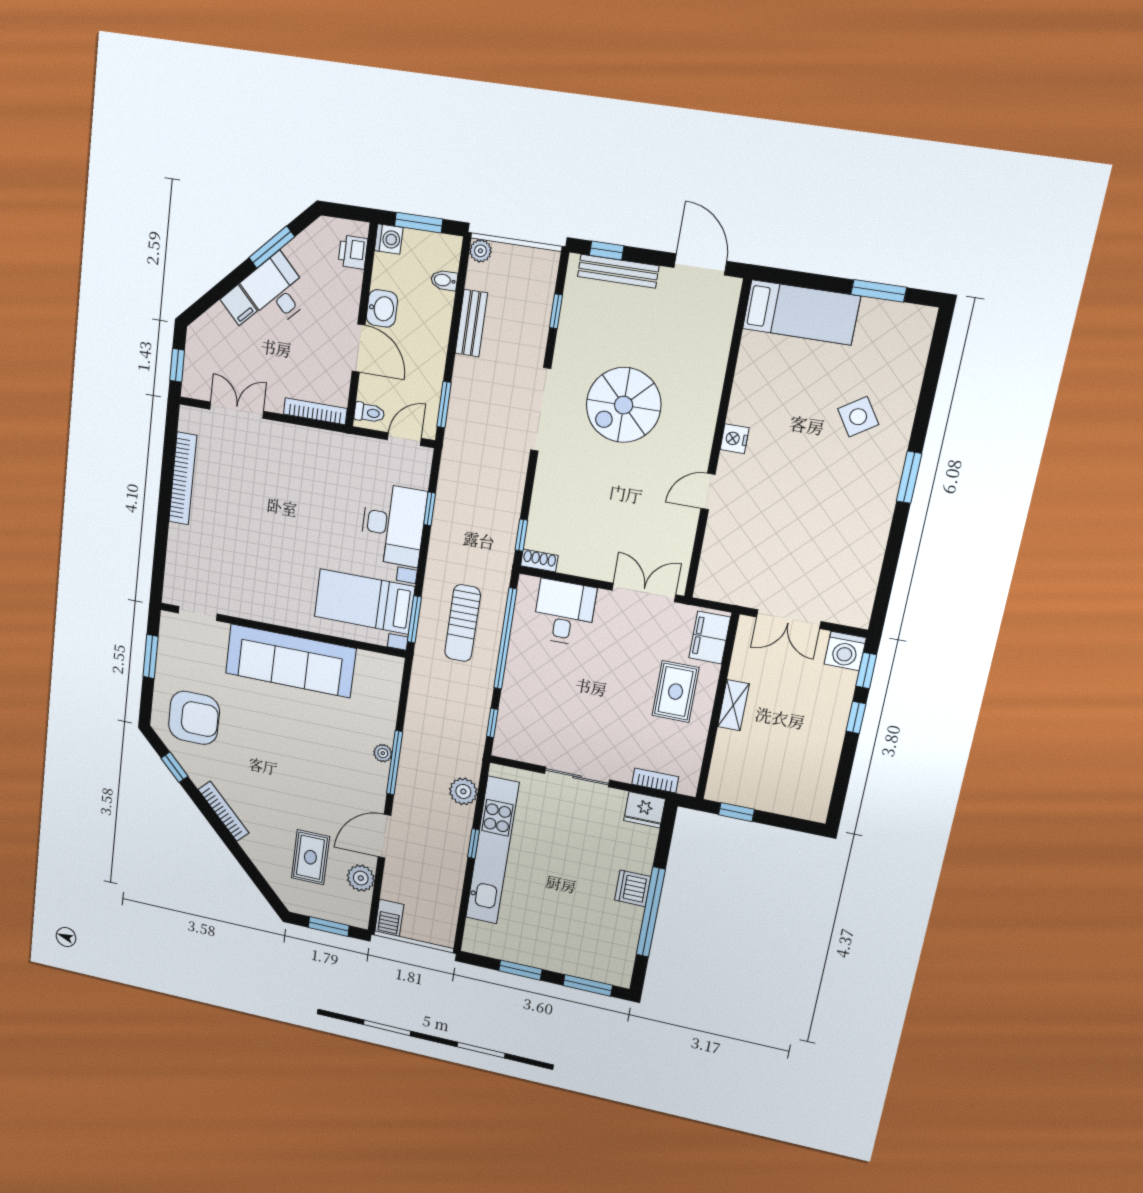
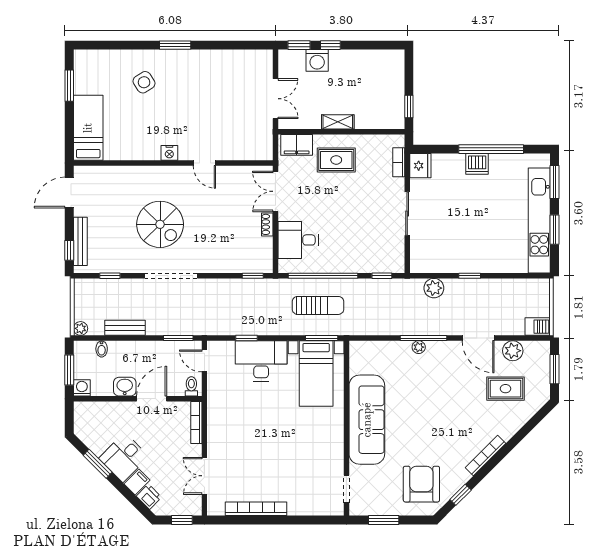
printer: (353, 252) -> (149, 497), moved, turned -135
shoe rack: (539, 561) -> (267, 224), moved
washing machine: (845, 651) -> (317, 60), moved, turned 90
kitchen unit: (492, 851) -> (539, 220), moved, turned -90

